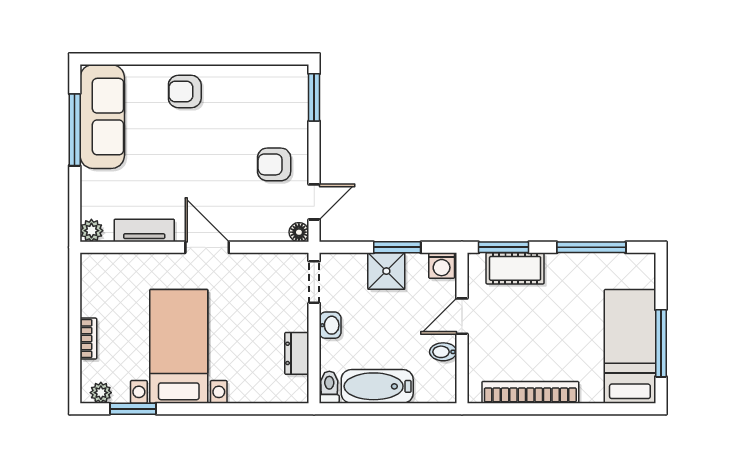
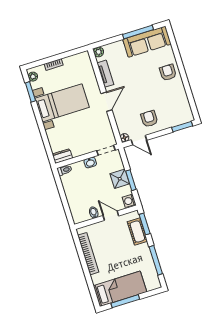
dresser: (297, 353) -> (62, 156), moved
bathtub: (377, 386) -> (71, 190), removed

